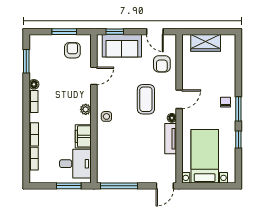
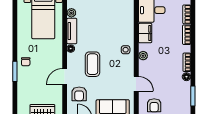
armchair: (162, 64) -> (79, 94), turned 180
door: (94, 76) -> (136, 84), swing flipped
door: (179, 99) -> (65, 77), moved
window: (238, 109) -> (15, 71), moved
window: (238, 139) -> (15, 30), removed
plant: (171, 160) -> (71, 13), added

